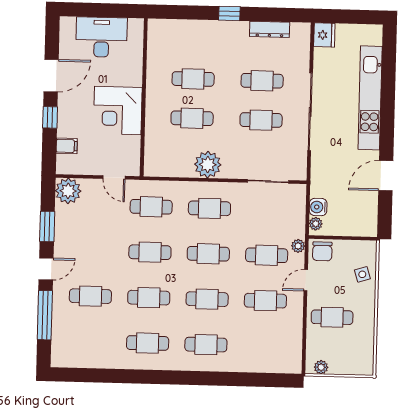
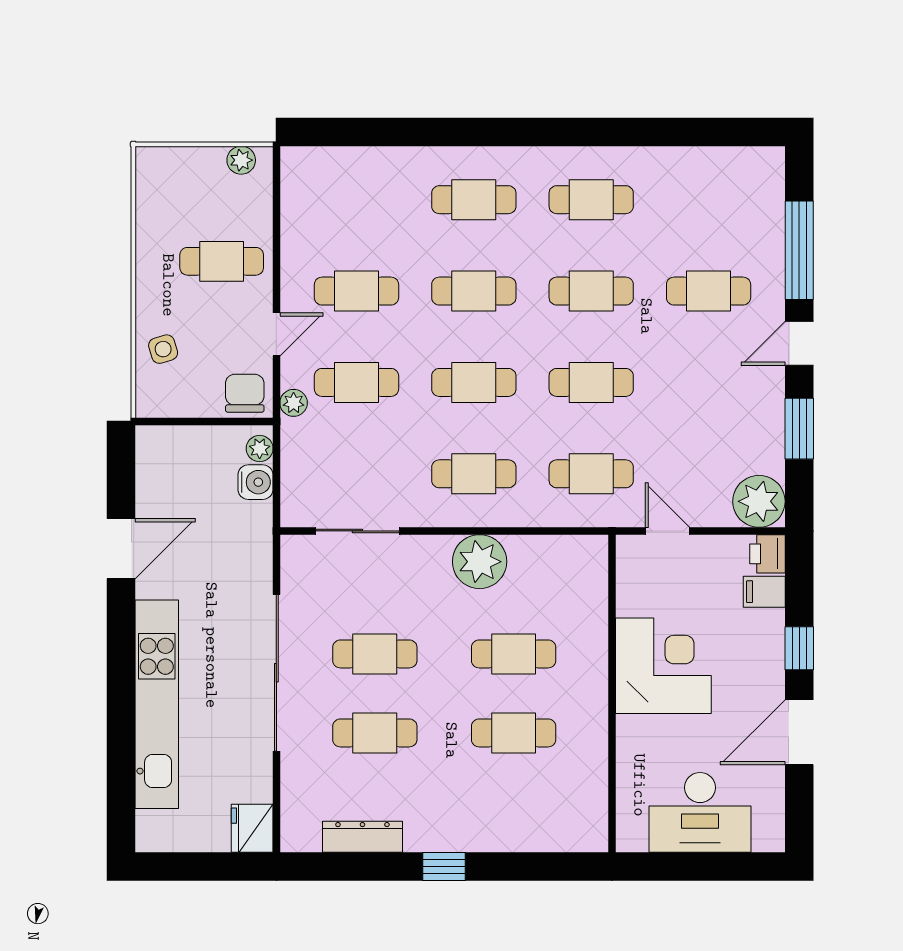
printer: (65, 165) -> (767, 554), added

